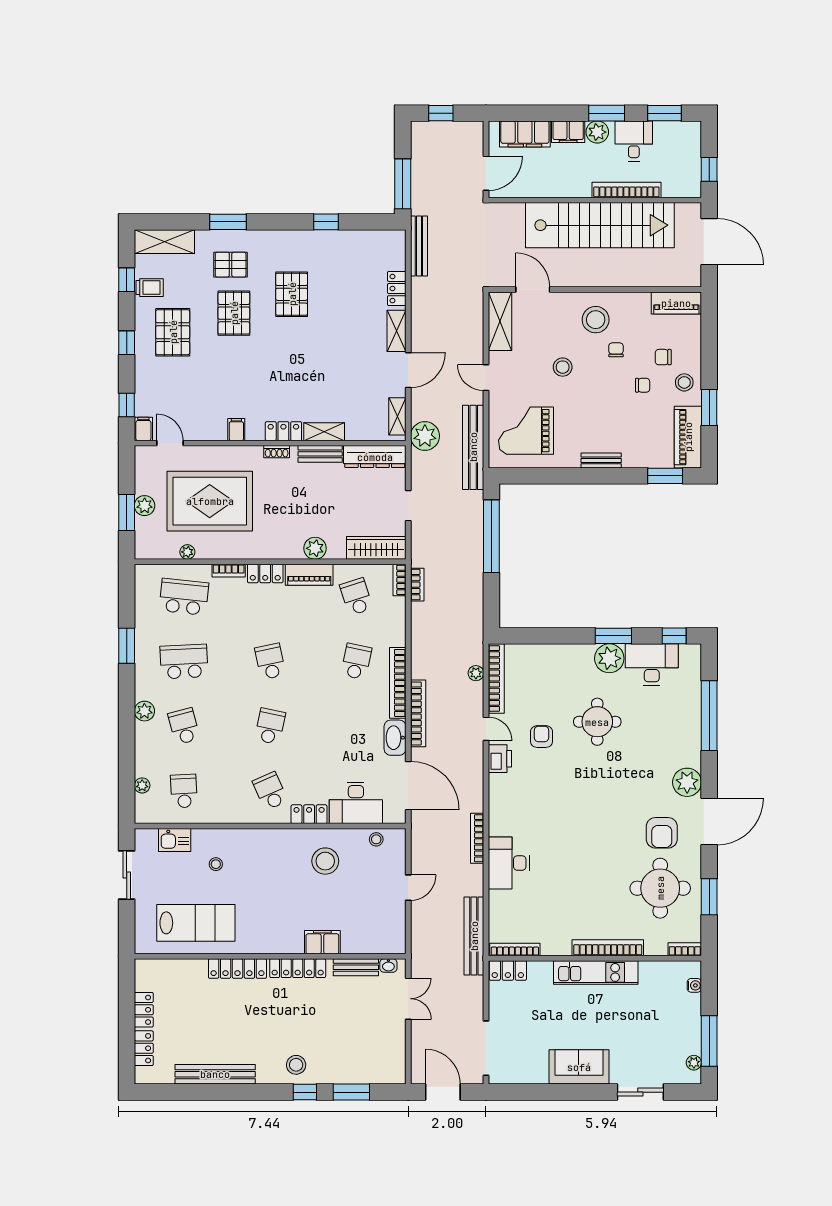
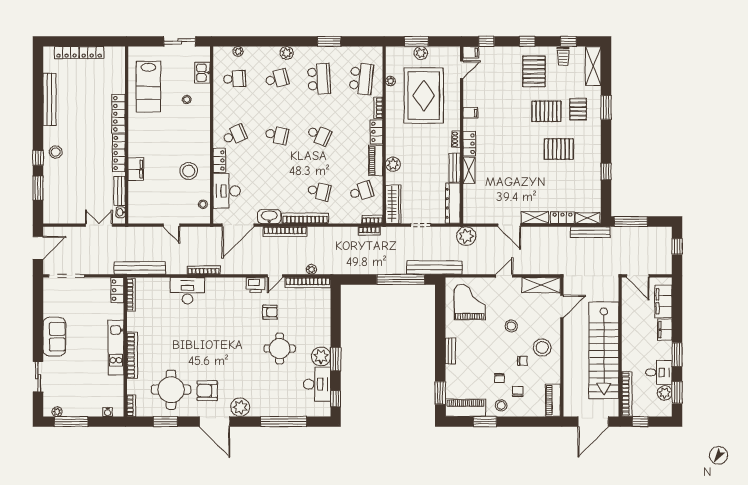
plant: (597, 132) -> (665, 393), moved
bookcase: (626, 190) -> (627, 394), moved
pallet: (173, 332) -> (534, 71), turned 90
shelving: (397, 416) -> (588, 218), moved
bench: (473, 447) -> (434, 268), moved
school desk: (270, 662) -> (319, 135), turned 36
double door: (408, 999) -> (99, 225), swing flipped

